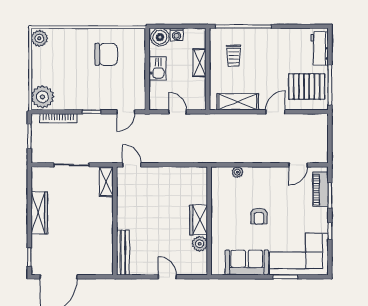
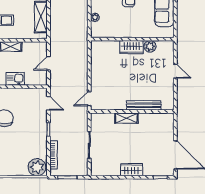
shelving: (106, 182) -> (126, 118), moved
wardrobe: (39, 213) -> (132, 170), width x0.67
bench: (123, 252) -> (144, 105), moved
door: (167, 277) -> (175, 71), swing flipped

